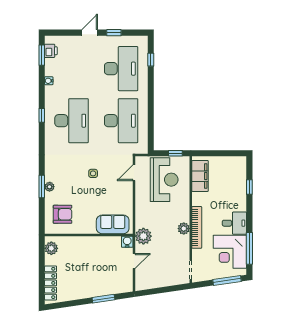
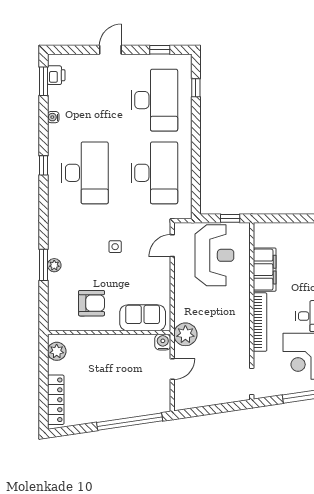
window: (114, 33) -> (160, 50), moved
filing cabinet: (200, 176) -> (265, 270), moved
armchair: (62, 214) -> (92, 303), moved
plant: (184, 229) -> (242, 324), removed
window: (103, 299) -> (130, 422), width x2.11

